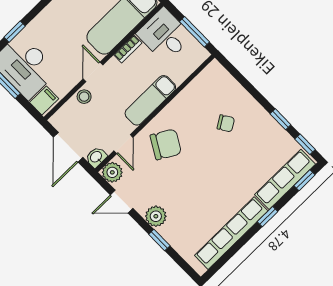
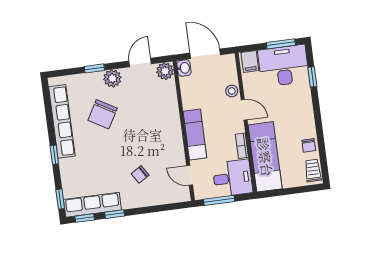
door: (123, 144) -> (190, 175), moved
chair: (166, 144) -> (103, 114), moved
row of seats: (285, 179) -> (92, 205), moved, turned -90

